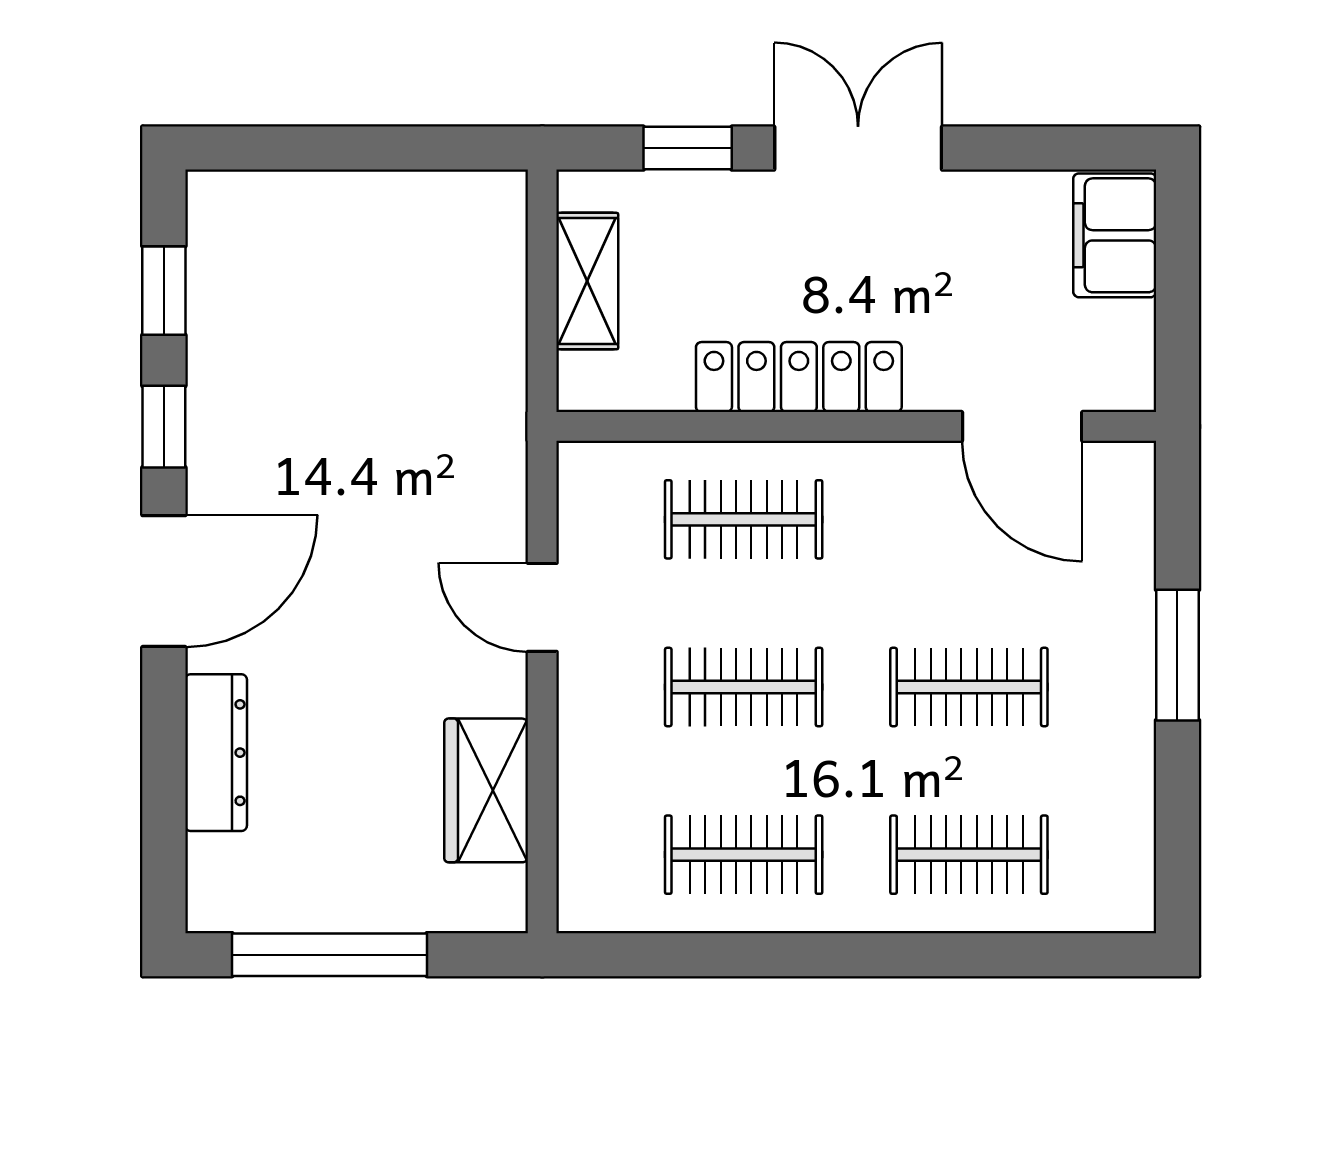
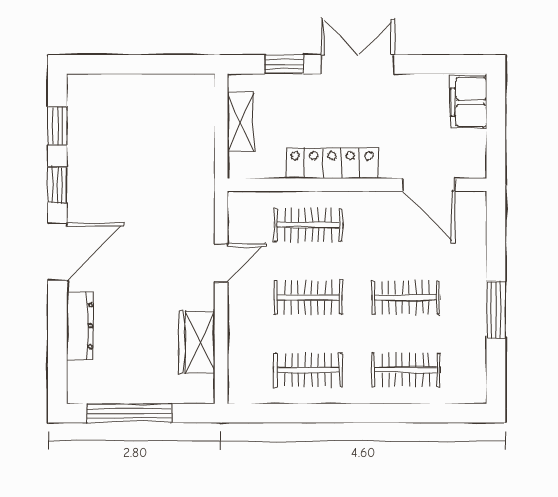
door: (542, 607) -> (221, 263), swing flipped
window: (1177, 655) -> (496, 310), moved

